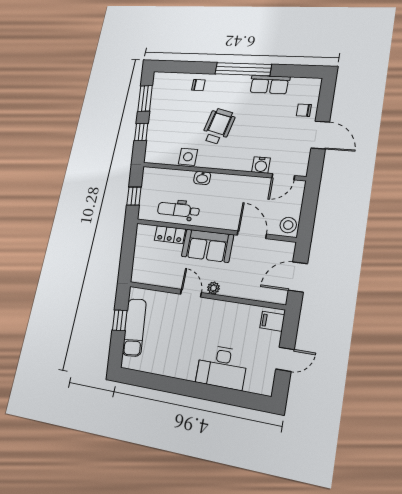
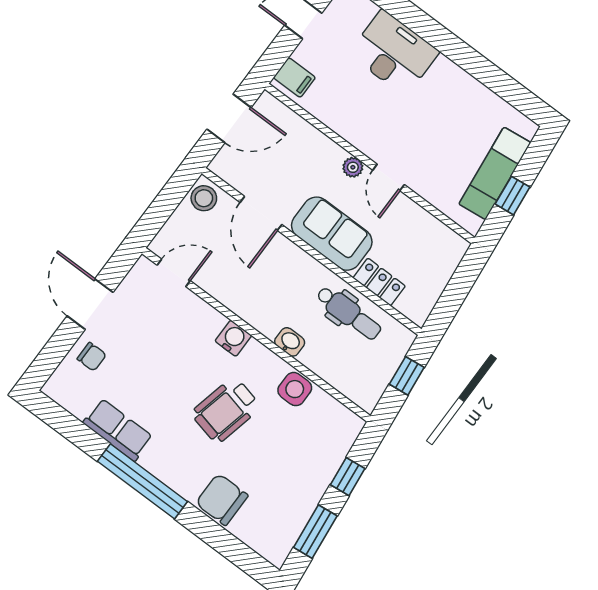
chair: (198, 85) -> (222, 499), width x1.87, depth x1.87
water cooler: (261, 165) -> (233, 338), moved

